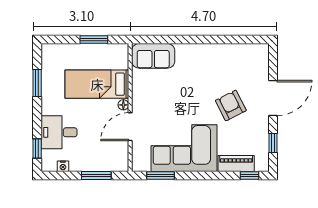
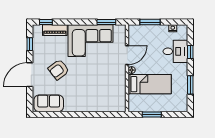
sofa: (153, 56) -> (49, 103), moved
armchair: (231, 105) -> (59, 70), turned 80
window: (37, 149) -> (190, 52), moved

